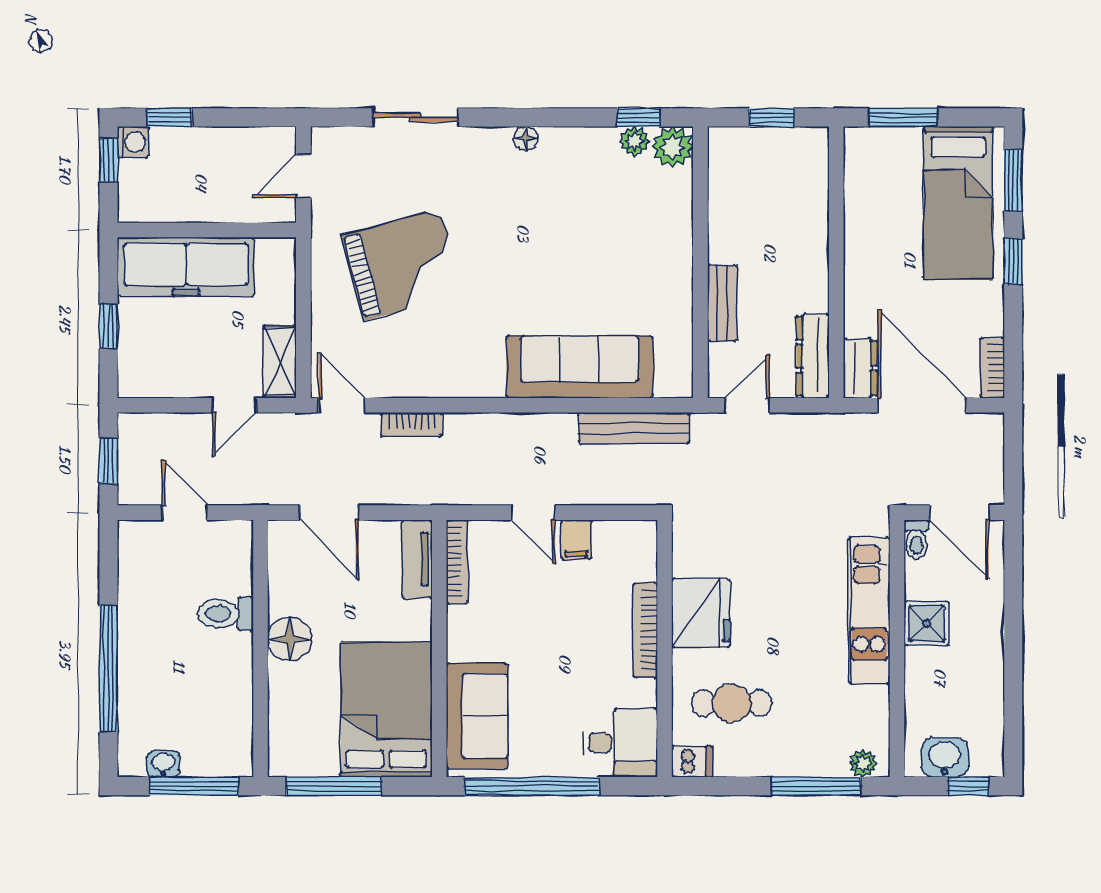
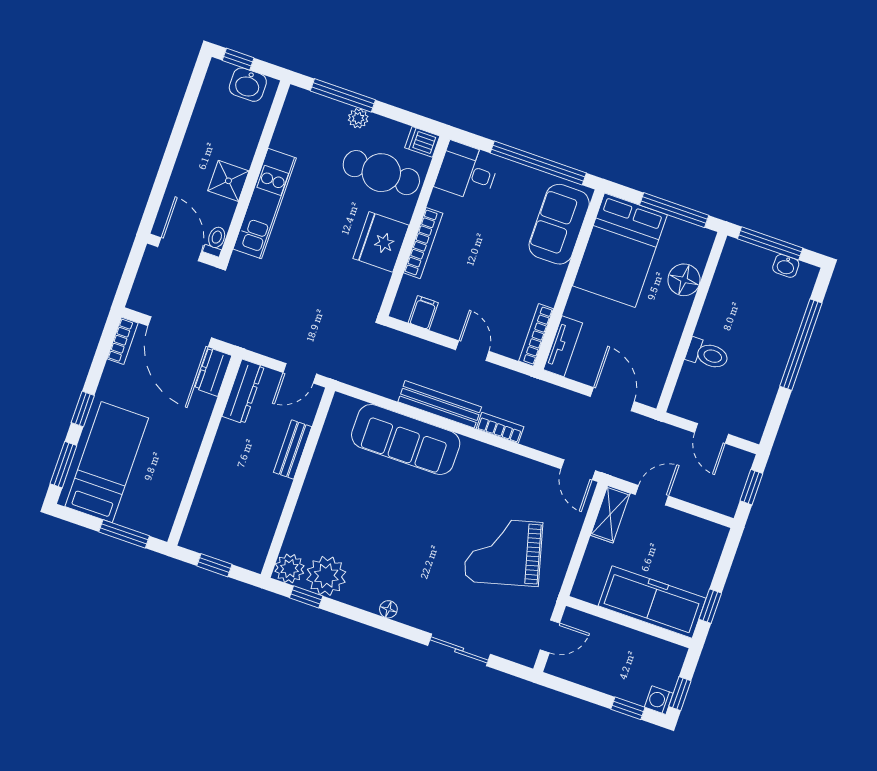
plant: (634, 141) -> (326, 576), width x1.88, depth x1.88
window: (108, 326) -> (710, 606), moved
bookcase: (412, 425) -> (500, 428), moved
bench: (634, 428) -> (440, 404), moved
filing cabinet: (576, 540) -> (423, 313), moved
floor lamp: (290, 639) -> (684, 280), moved
cafe table: (731, 703) -> (381, 173), width x1.37, depth x1.35
plant: (863, 763) -> (358, 118), moved

